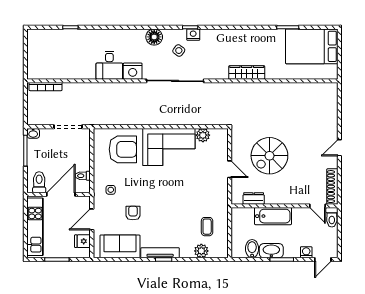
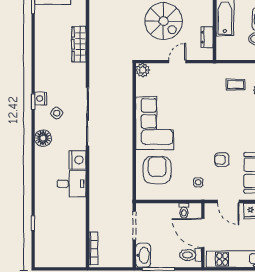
washbasin: (33, 133) -> (143, 255), width x1.91, depth x1.45
plant: (203, 135) -> (143, 70), moved

